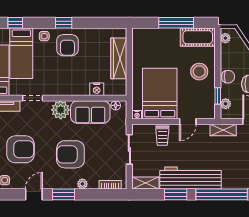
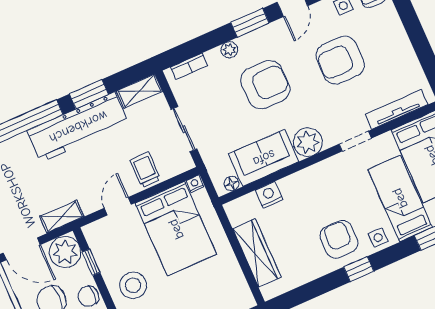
plant: (226, 104) -> (65, 252), width x1.87, depth x1.87

